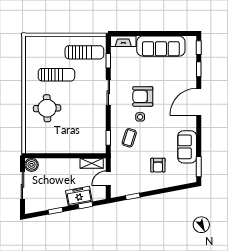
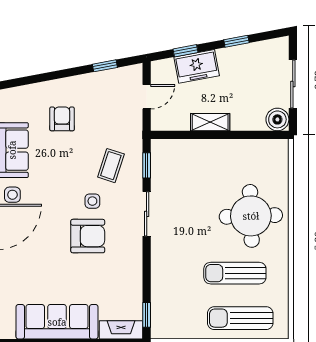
sun lounger: (84, 52) -> (240, 318), moved
window: (108, 61) -> (147, 315), moved
sliding door: (108, 92) -> (147, 214), moved
round table: (47, 108) -> (251, 216), width x1.36, depth x1.36
side table: (187, 121) -> (12, 195), added
shelving: (92, 163) -> (210, 122), moved

